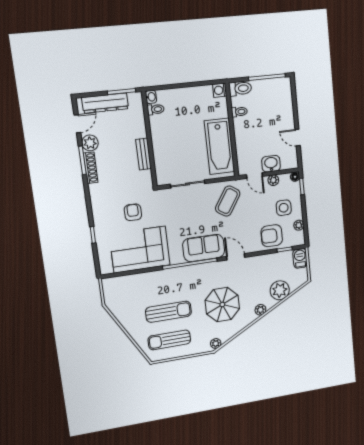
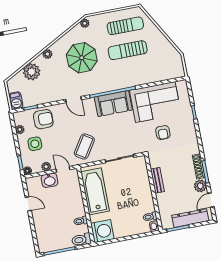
washing machine: (220, 90) -> (102, 231), width x1.89, depth x1.89
sofa: (204, 248) -> (113, 104), moved

